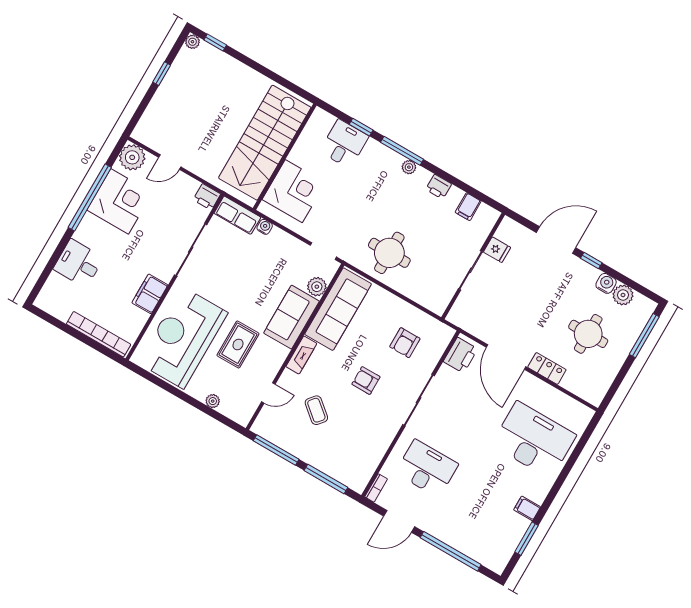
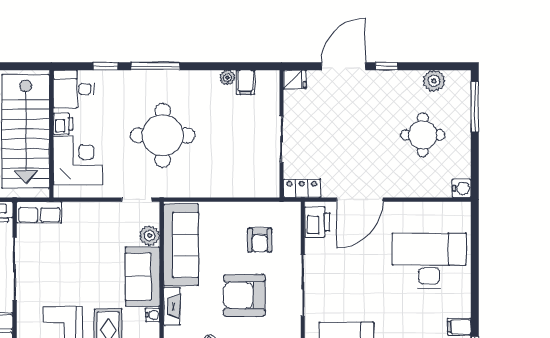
desk: (344, 144) -> (74, 89), moved, turned -90
plant: (409, 167) -> (227, 77), moved
printer: (439, 187) -> (63, 124), moved, turned -90
water cooler: (265, 227) -> (153, 315), moved, turned 90
fridge: (497, 250) -> (295, 80), moved
round table: (389, 253) -> (163, 135), moved, width x1.36, depth x1.36
water cooler: (606, 283) -> (462, 188), moved, turned 90
door: (506, 357) -> (360, 200), hinge flipped
locker: (547, 368) -> (302, 188), moved
armchair: (366, 381) -> (244, 295), width x1.88, depth x1.88

